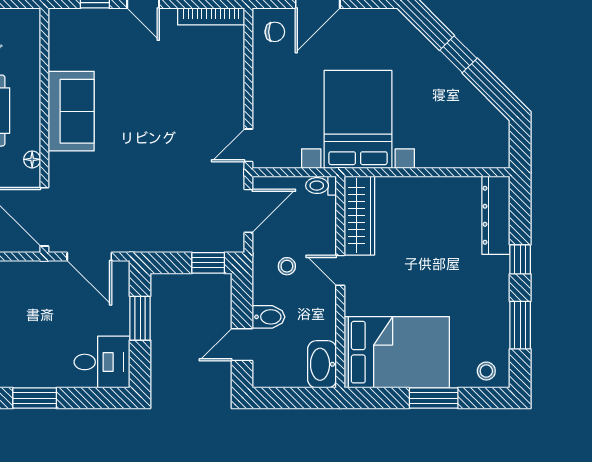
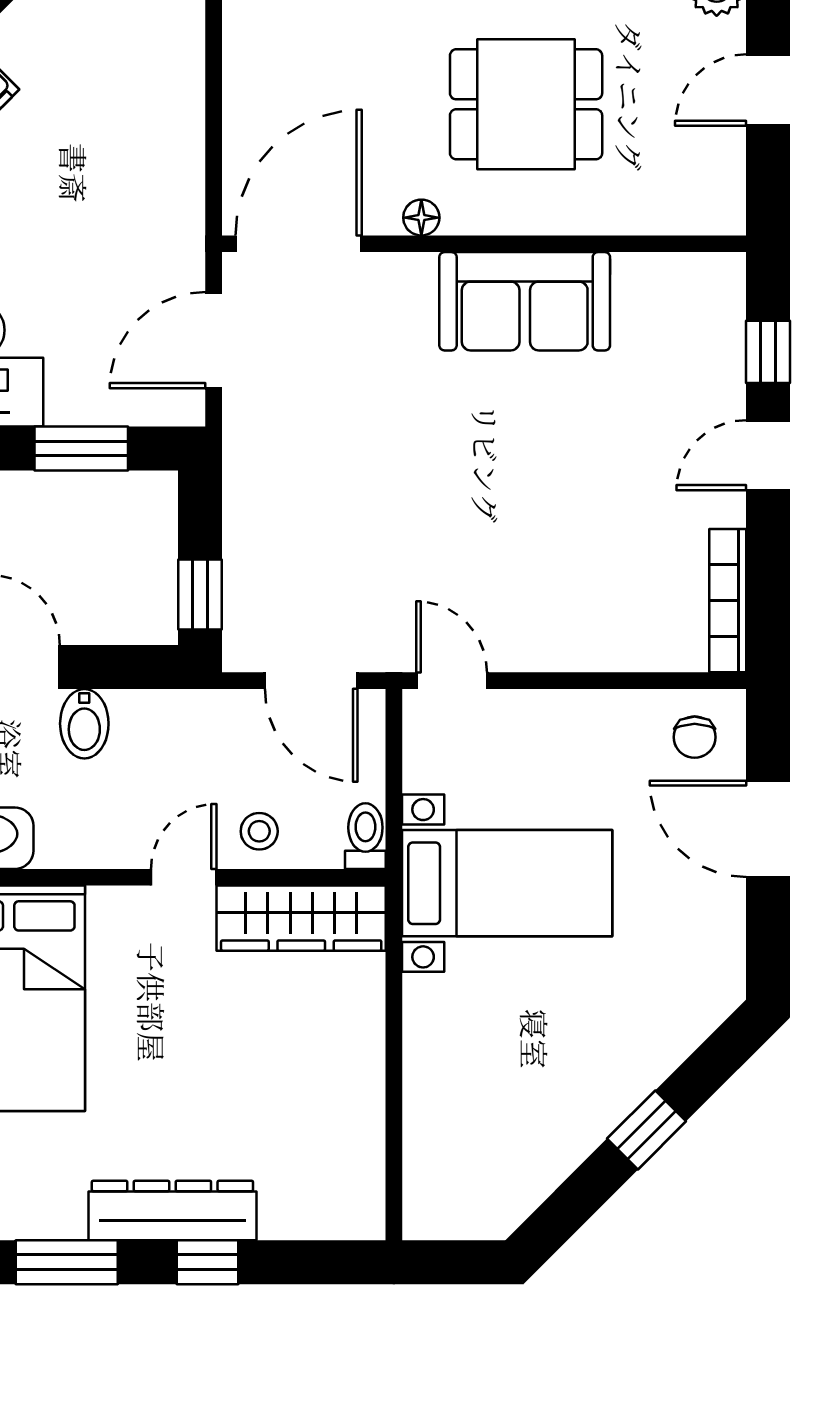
bed with nightstands: (358, 119) -> (507, 883), width x0.73
dresser: (496, 215) -> (172, 1210), moved
stool: (287, 266) -> (259, 831), moved

